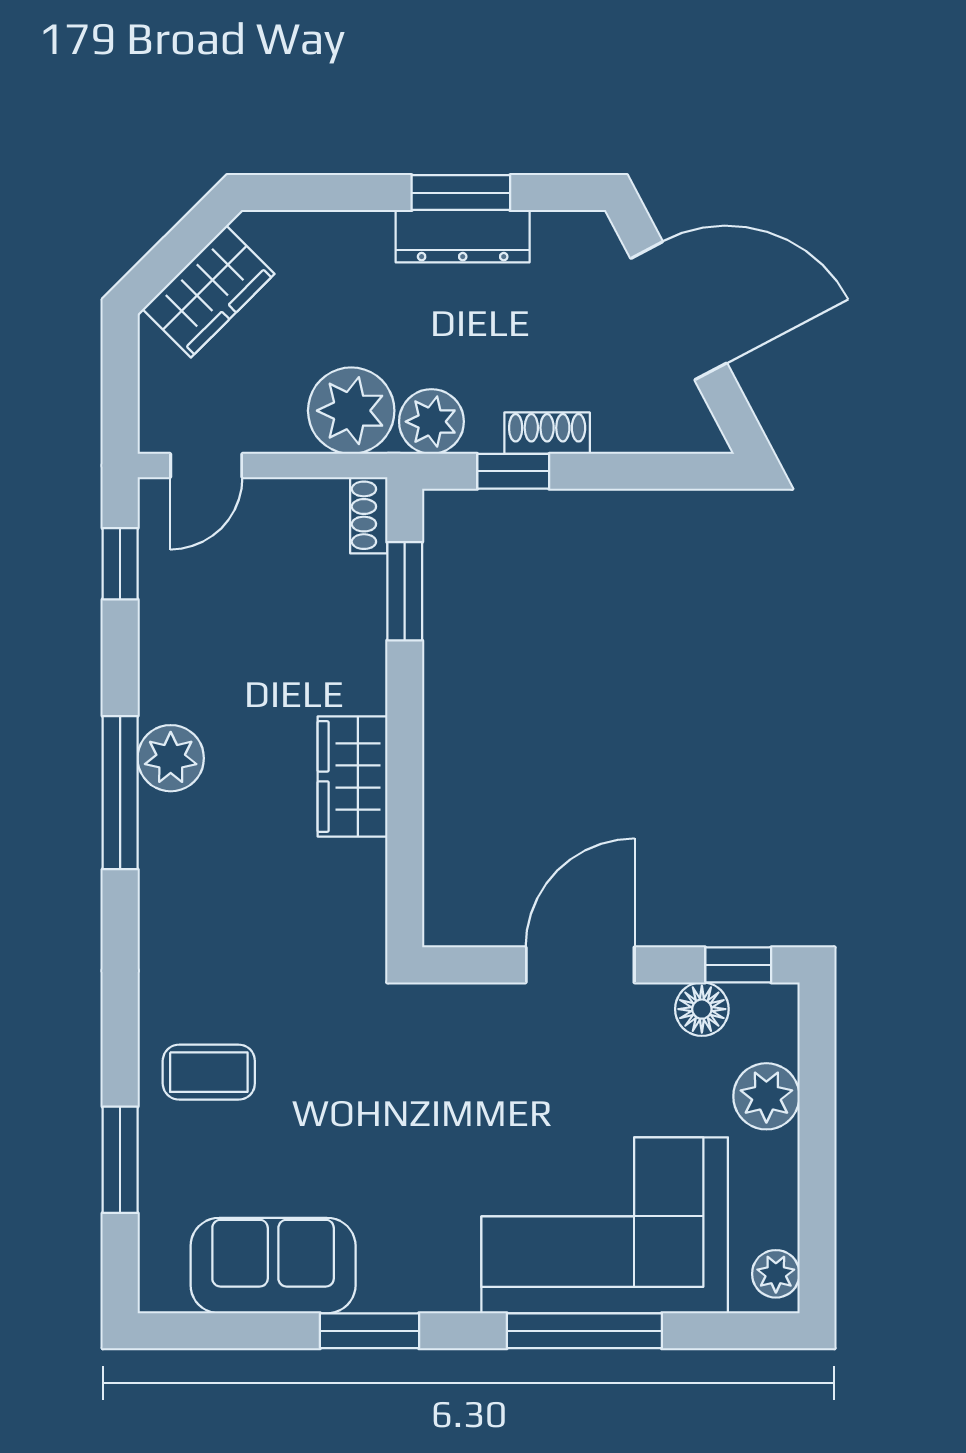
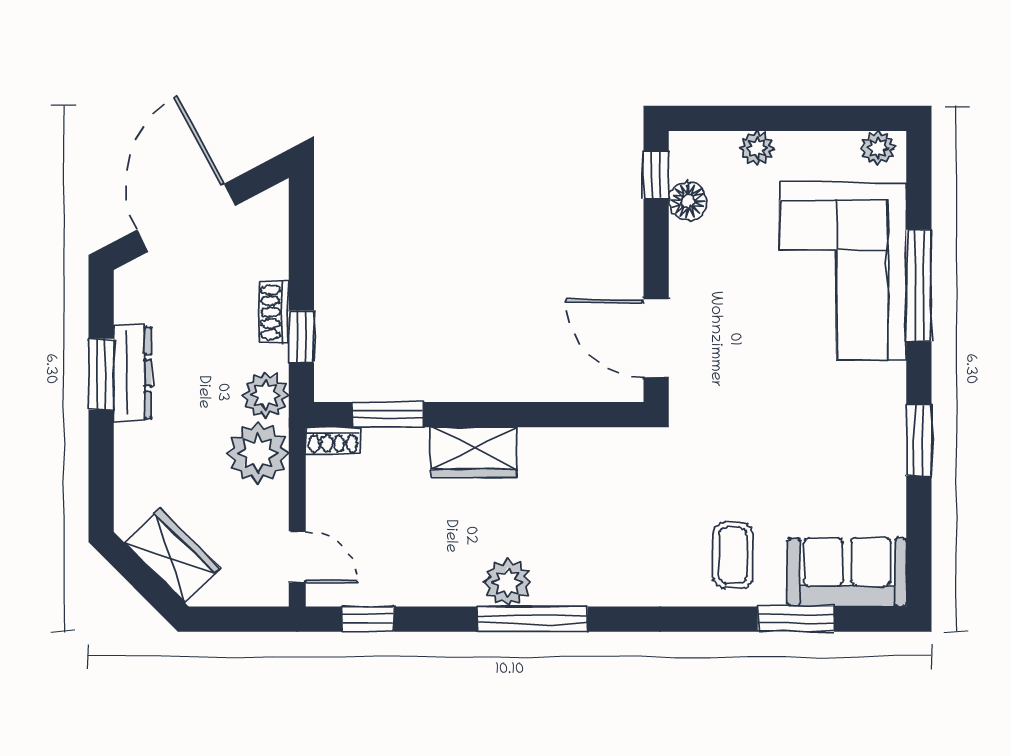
wardrobe: (352, 776) -> (474, 452), moved
door: (580, 965) -> (656, 338), moved
plant: (766, 1096) -> (757, 148), width x0.73, depth x0.73
sofa: (273, 1266) -> (847, 572), moved, turned 90

